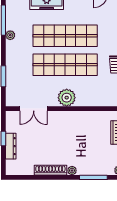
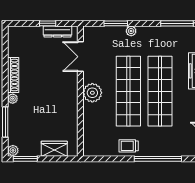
plant: (10, 35) -> (131, 31), moved
dresser: (11, 146) -> (57, 32), moved

